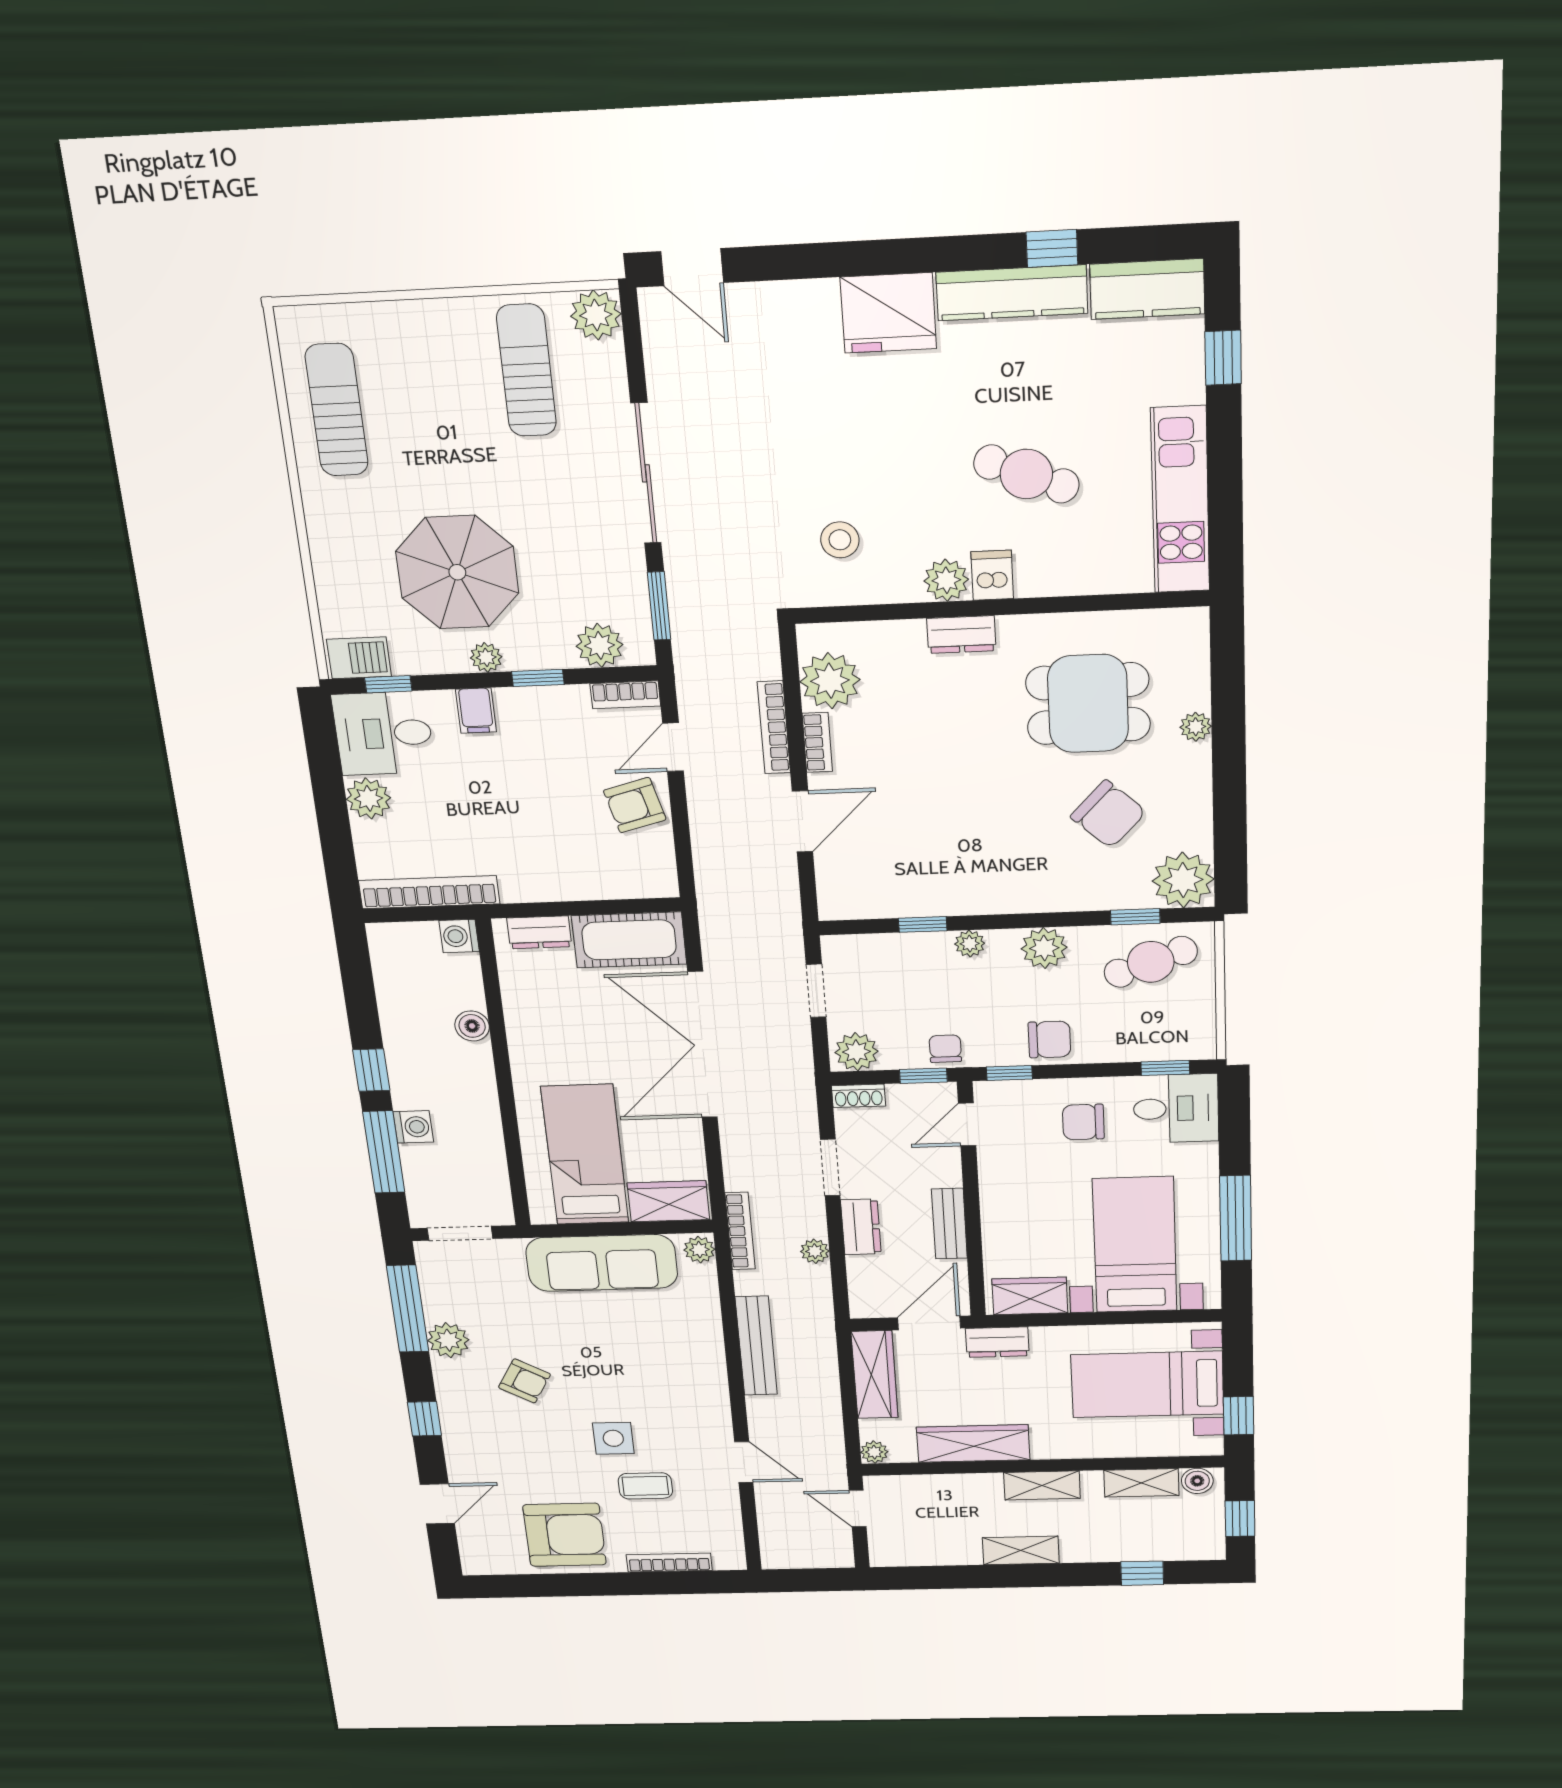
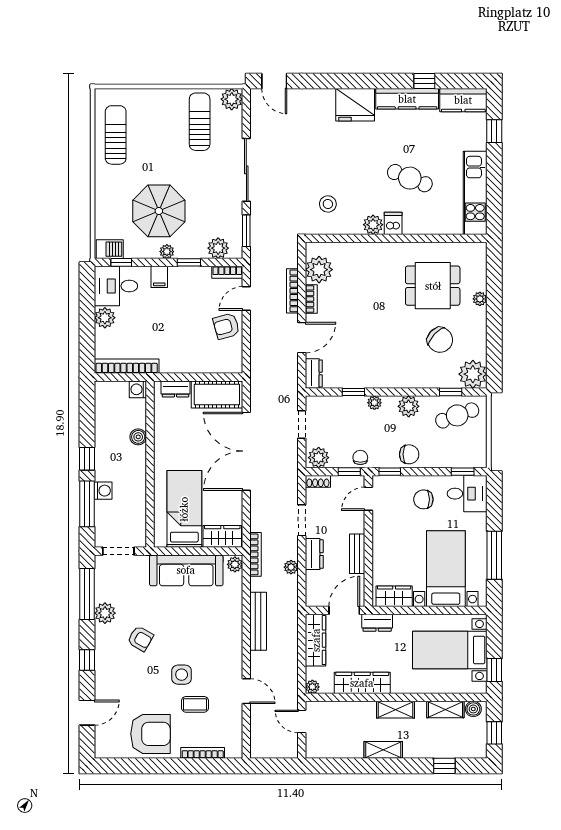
dresser: (961, 635) -> (314, 373), moved, turned -90

